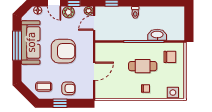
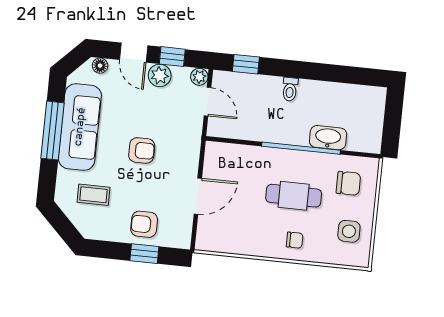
door: (94, 23) -> (208, 102), swing flipped
armchair: (63, 51) -> (142, 150), width x0.53, depth x0.53
coffee table: (44, 87) -> (93, 195), moved
armchair: (68, 88) -> (144, 224), turned 180
side table: (173, 93) -> (349, 231), moved
window: (60, 103) -> (144, 254), moved

